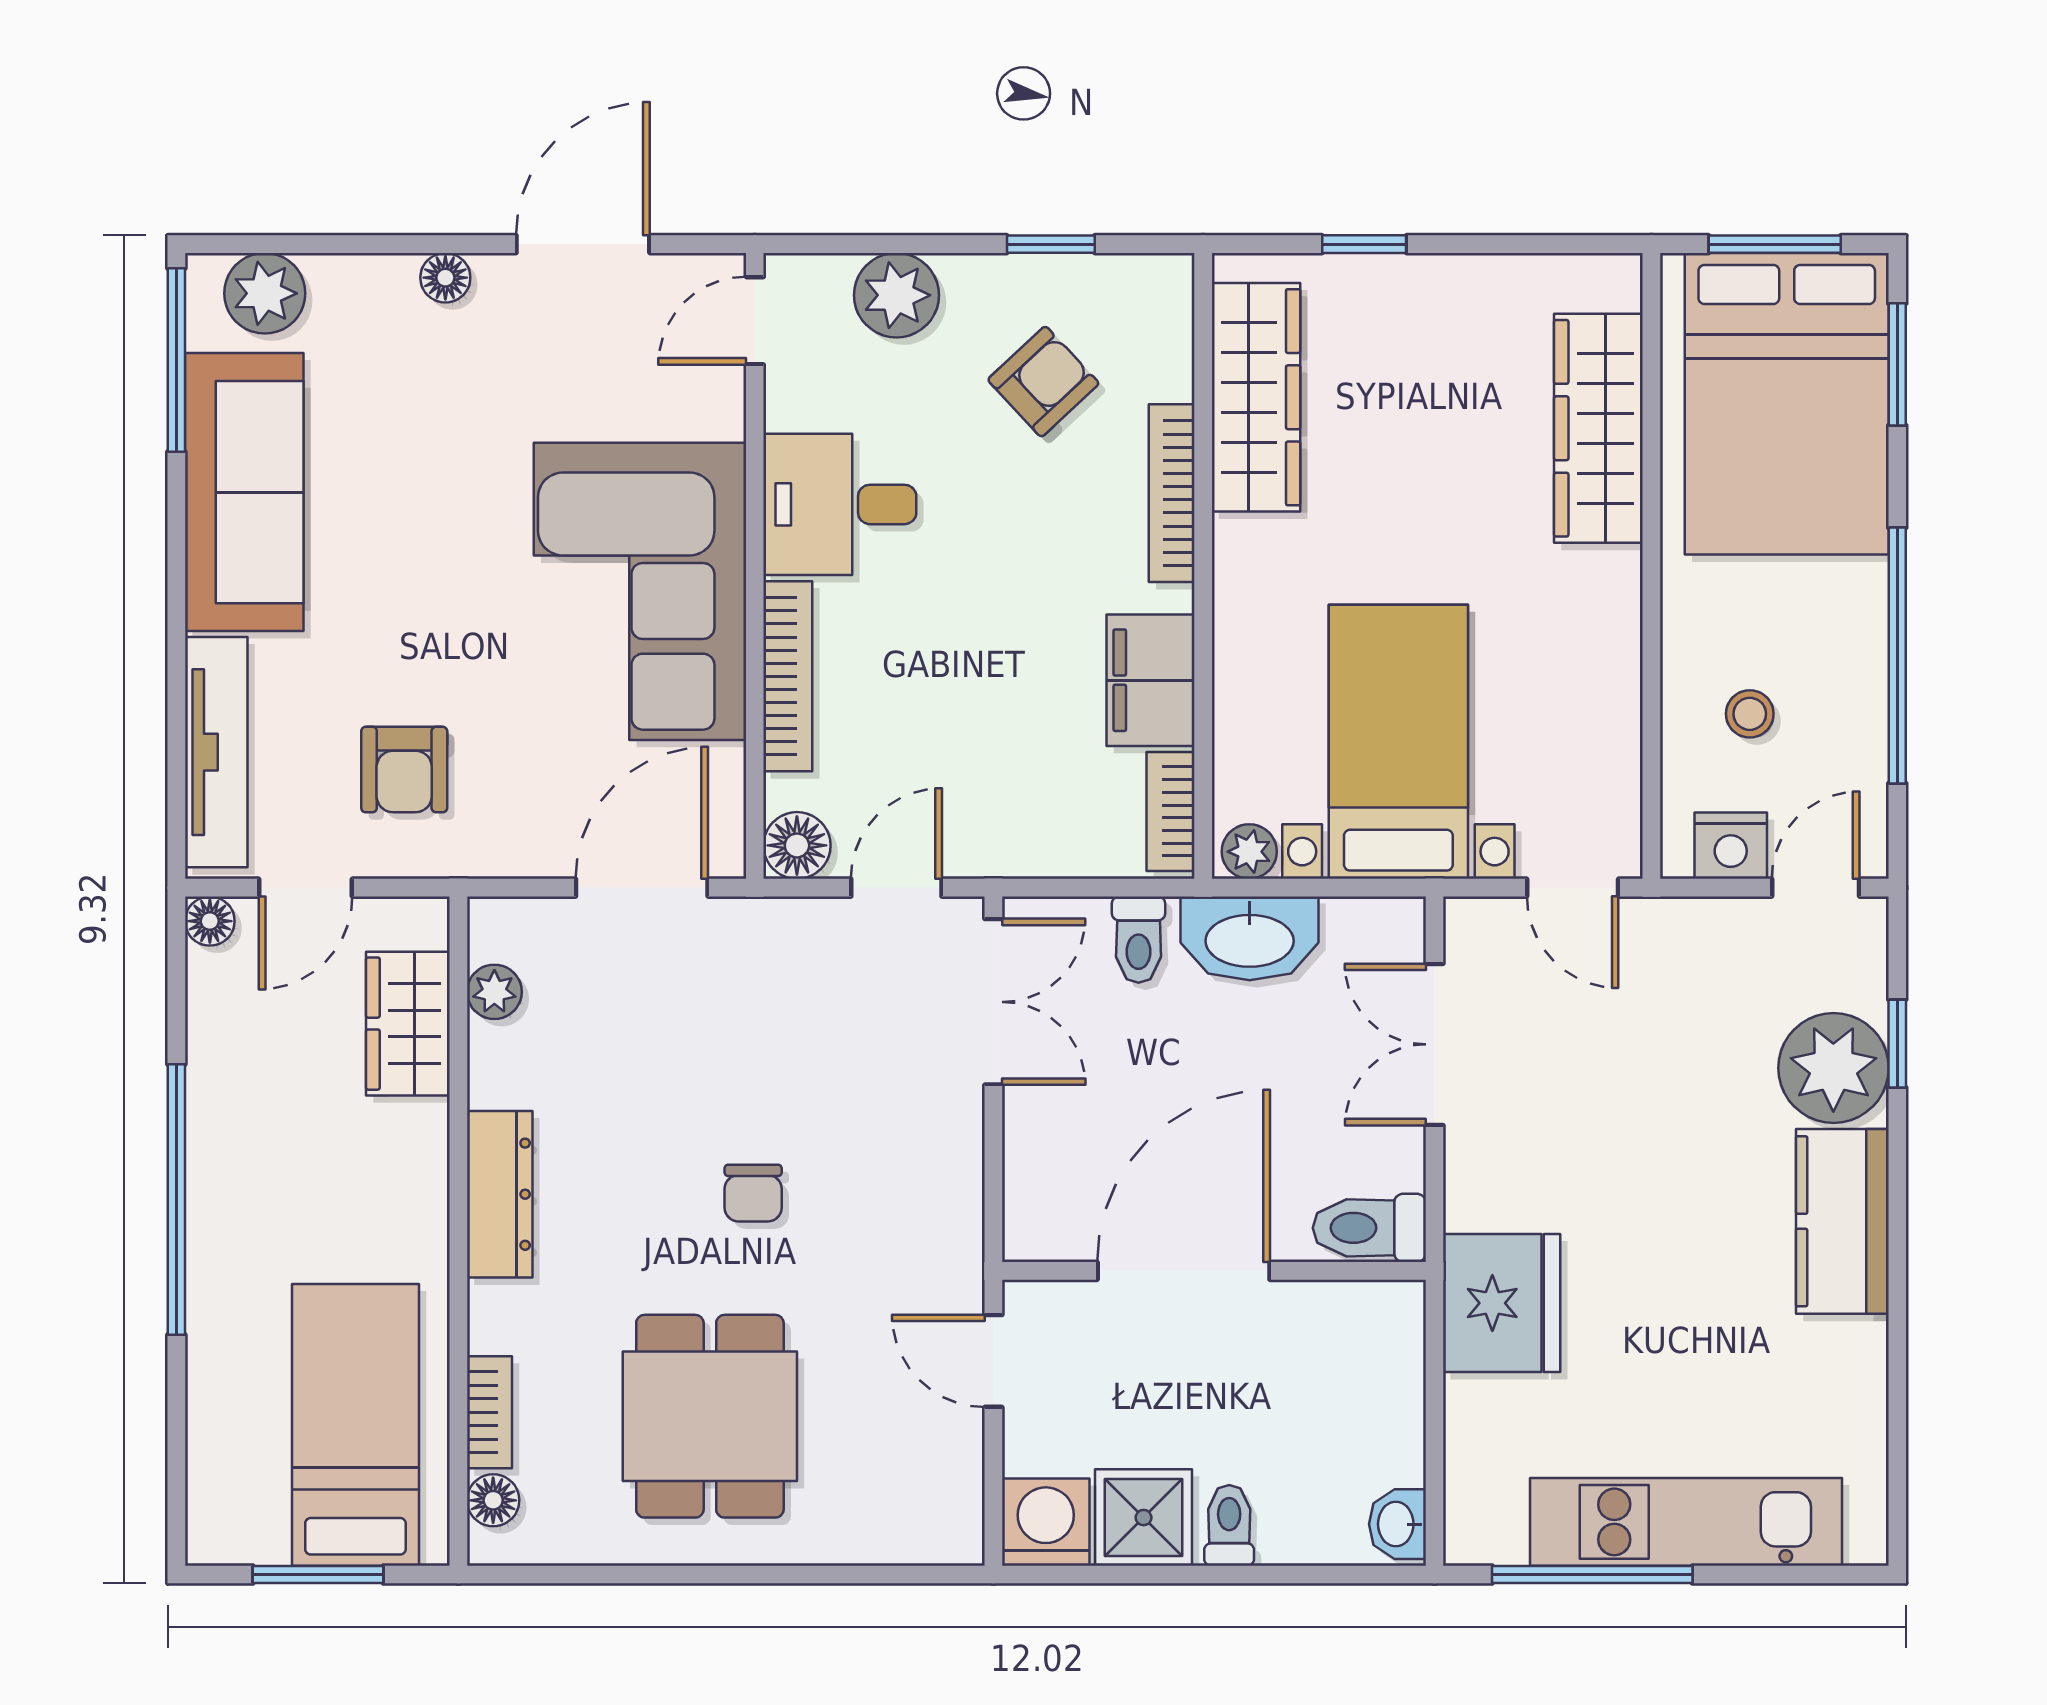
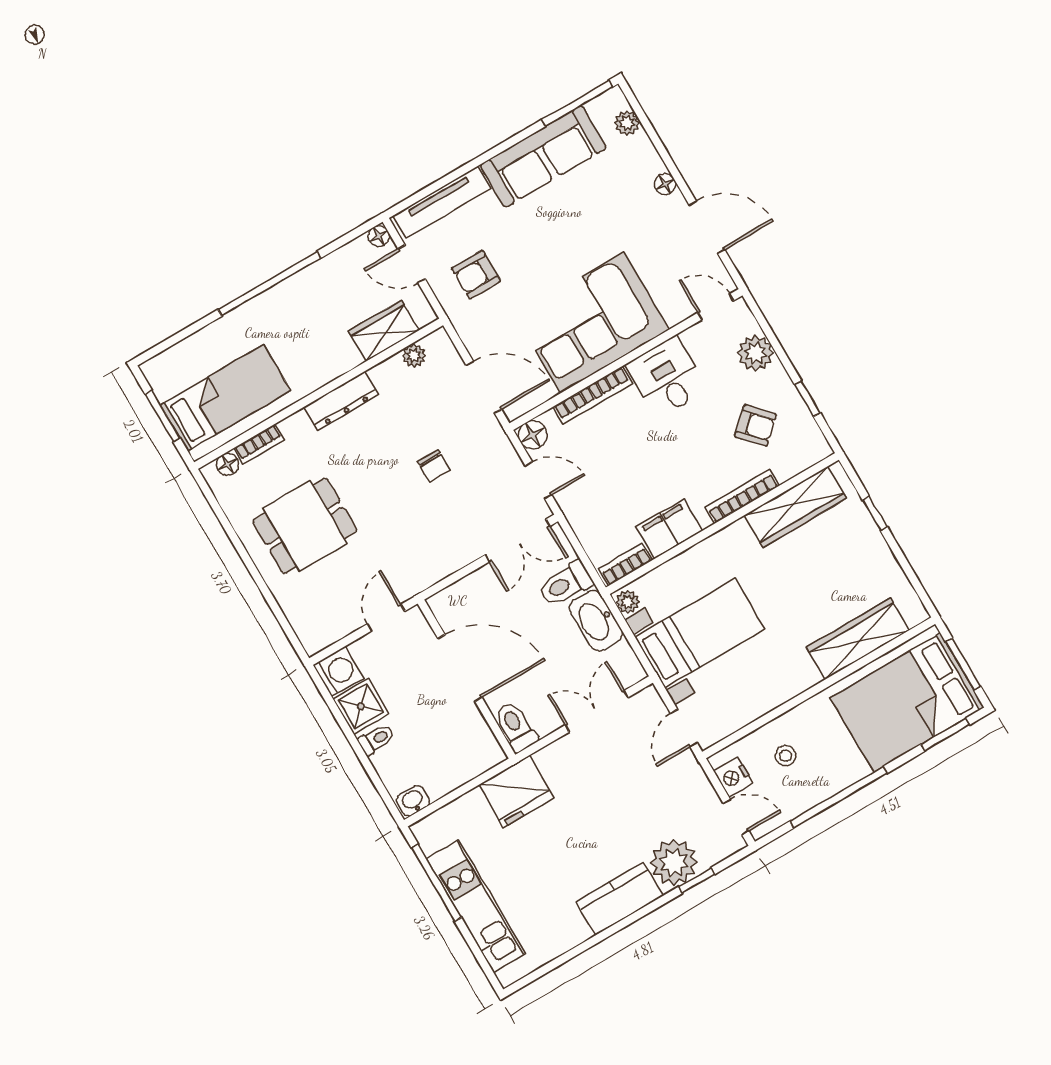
plant: (265, 293) -> (627, 123), width x0.73, depth x0.73
toilet: (1139, 940) -> (565, 584), width x1.37, depth x1.39
chair: (753, 1193) -> (434, 466), moved, turned -90

